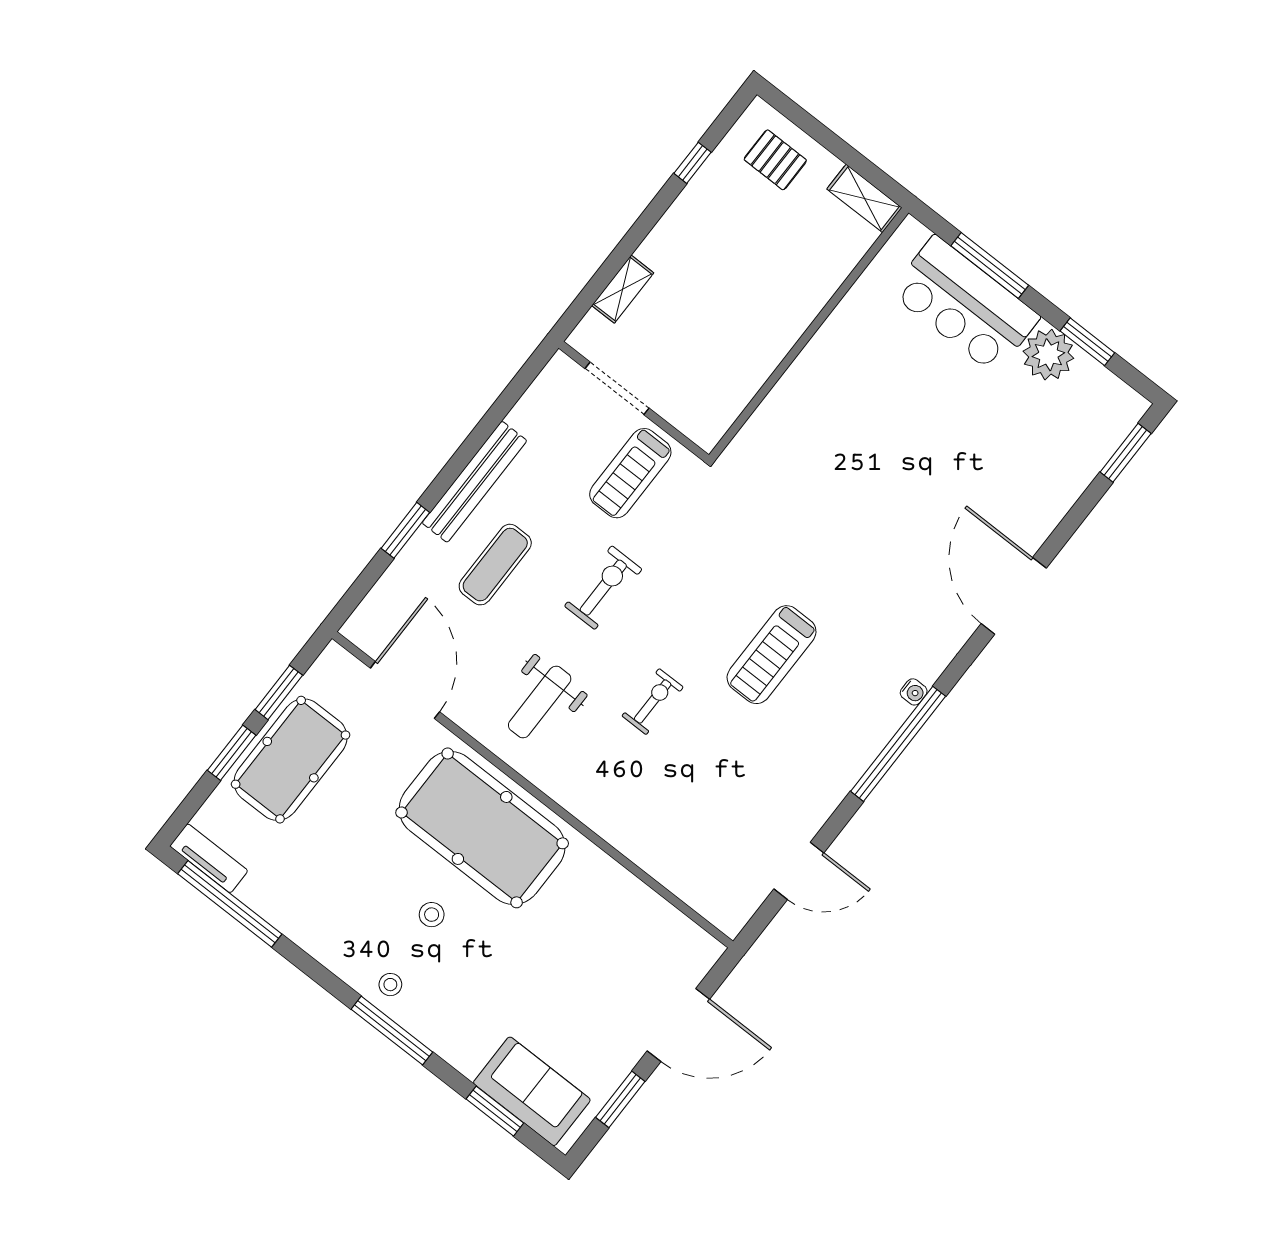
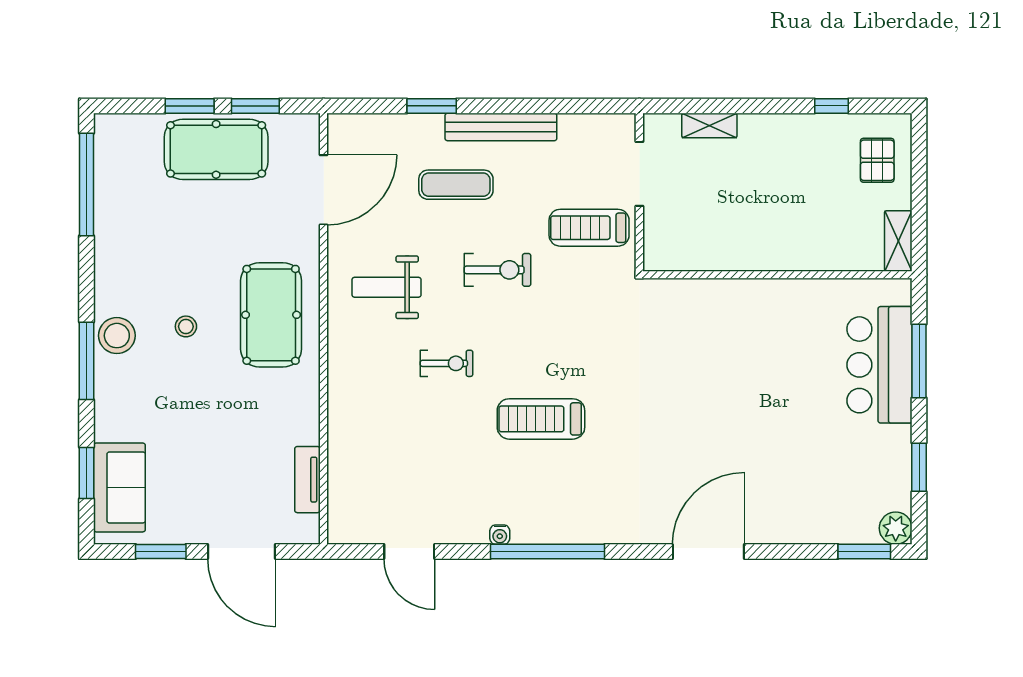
plant: (1048, 355) -> (896, 528), moved, width x0.73, depth x0.73
water cooler: (914, 692) -> (500, 535), moved
pool table: (482, 828) -> (271, 315), width x0.73, depth x0.76
tv unit: (209, 858) -> (307, 480), moved, turned 180
stool: (390, 985) -> (117, 336), width x1.89, depth x1.89

